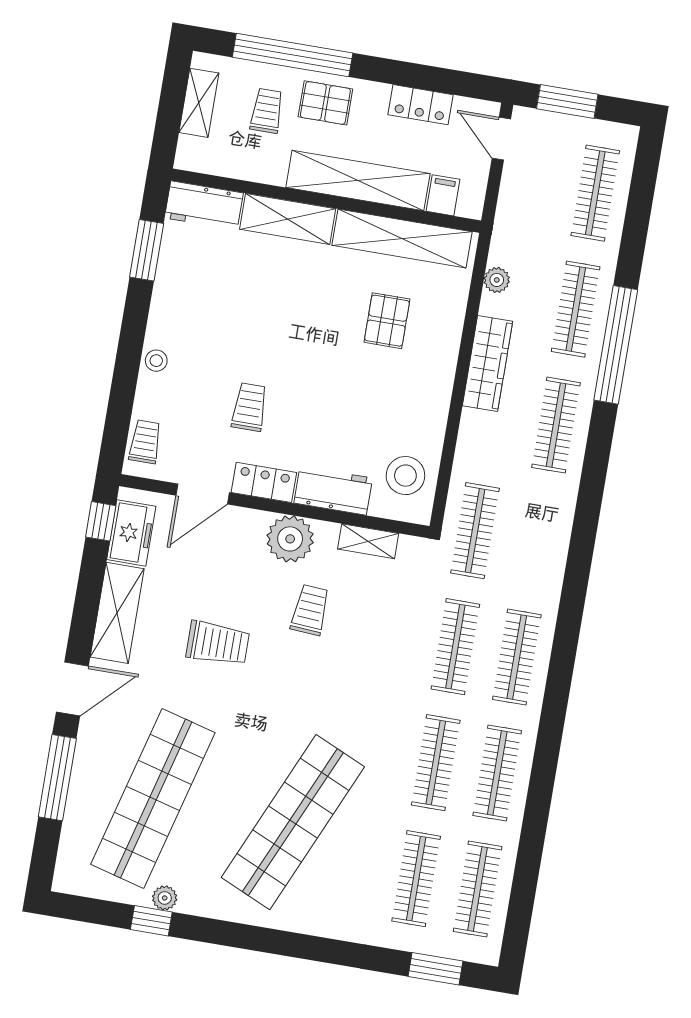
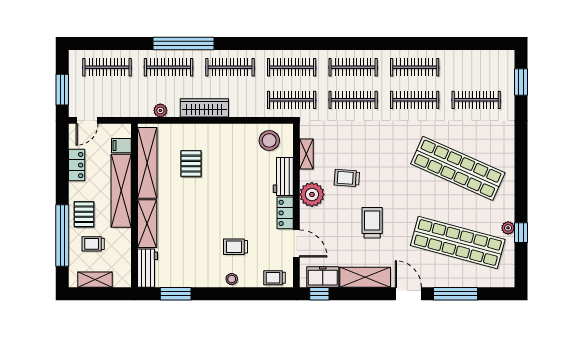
pallet: (387, 321) -> (191, 164), turned 90
trolley: (249, 407) -> (236, 247), moved
clothes rail: (478, 889) -> (292, 67), moved

